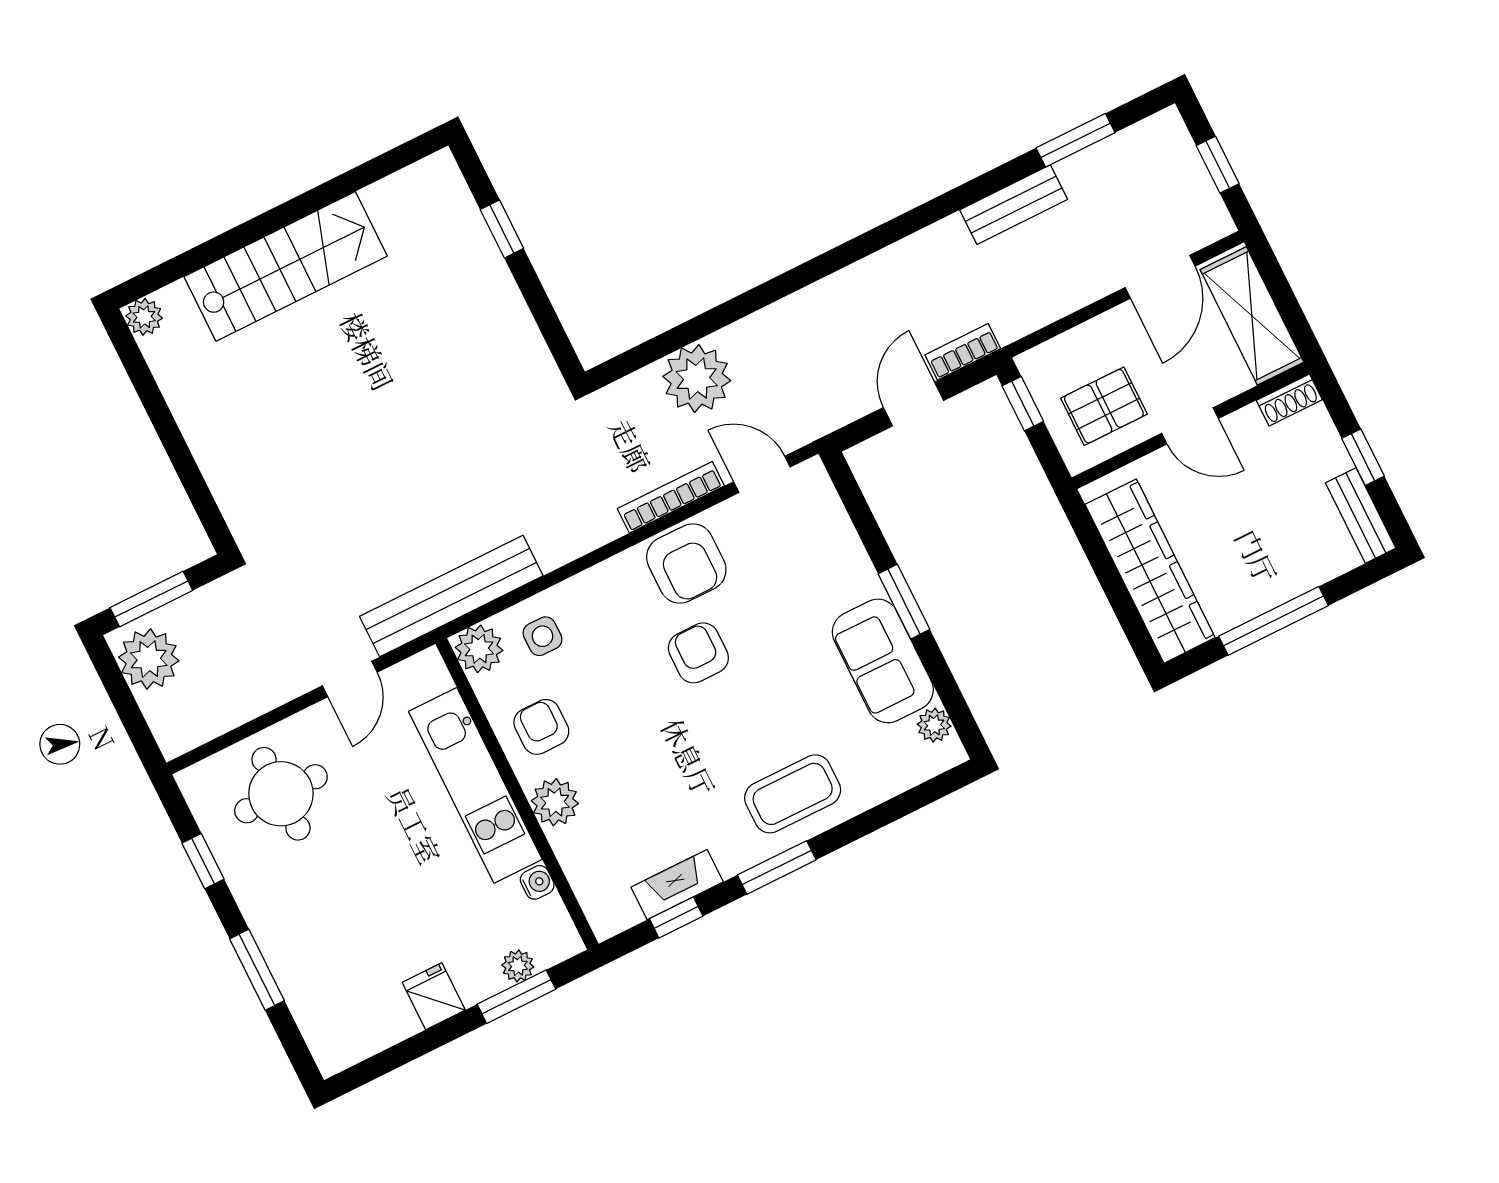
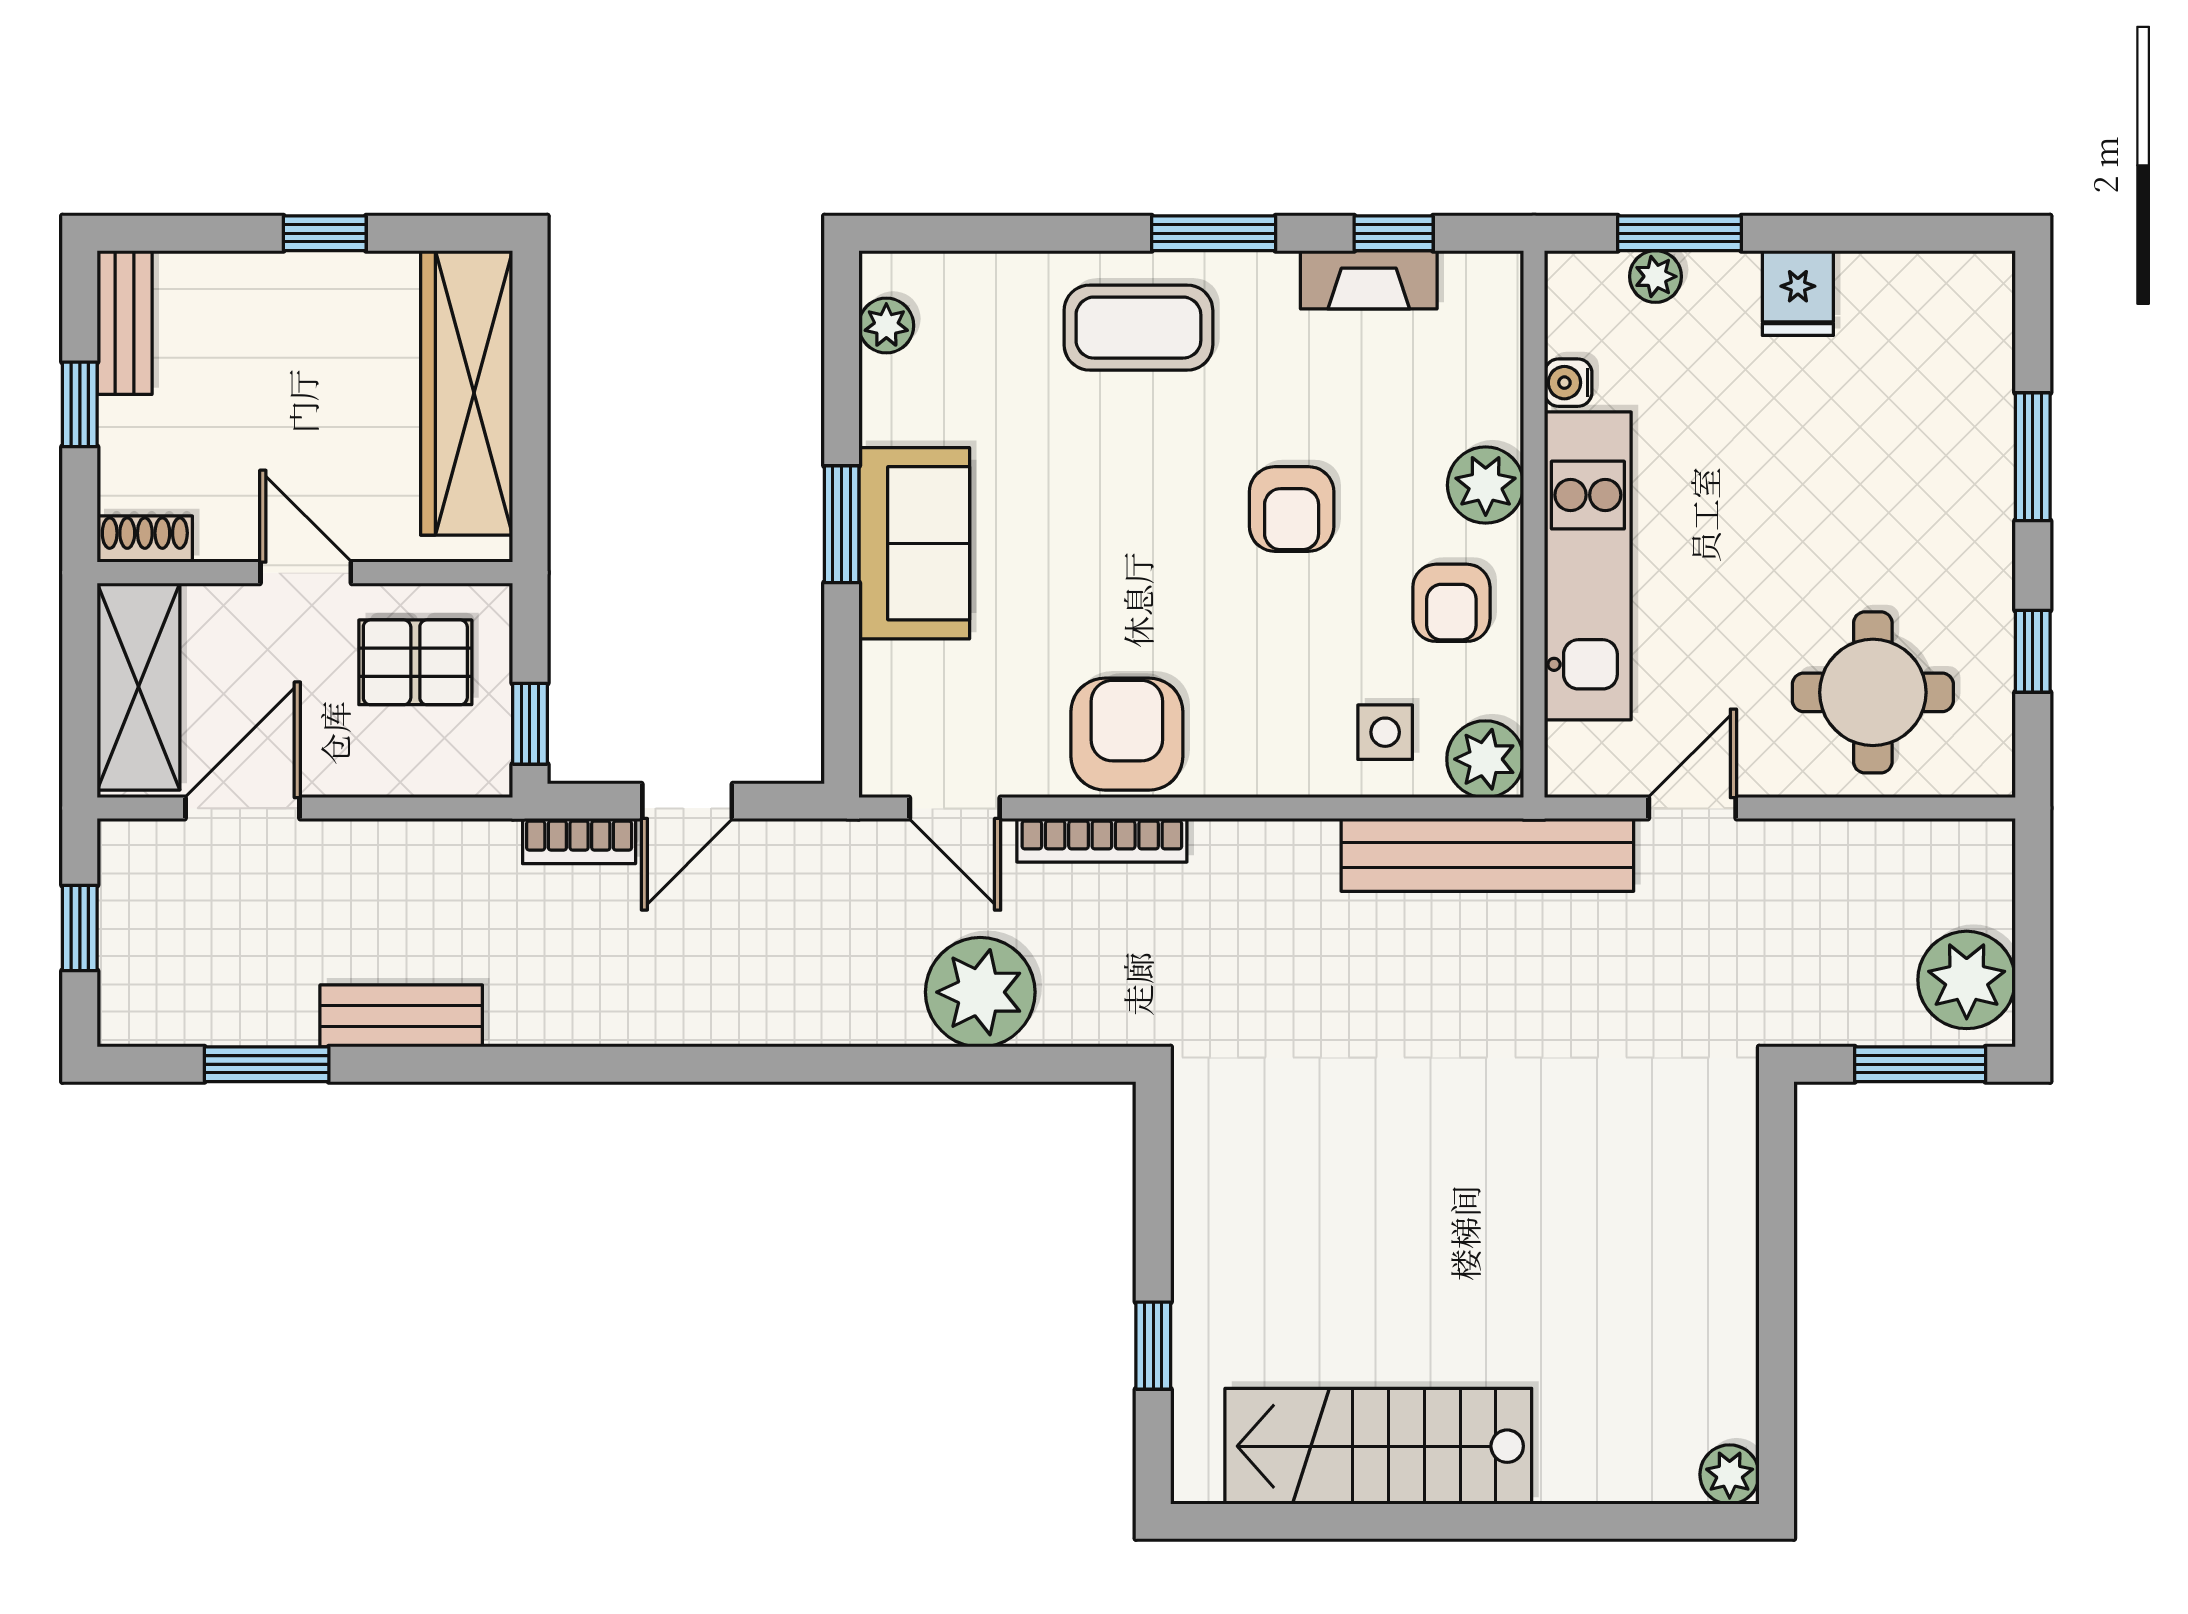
stairs: (286, 266) -> (1378, 1446), moved
window: (1274, 621) -> (325, 233), width x0.46
armchair: (698, 653) -> (1292, 509), moved
sofa: (883, 661) -> (914, 543), moved

